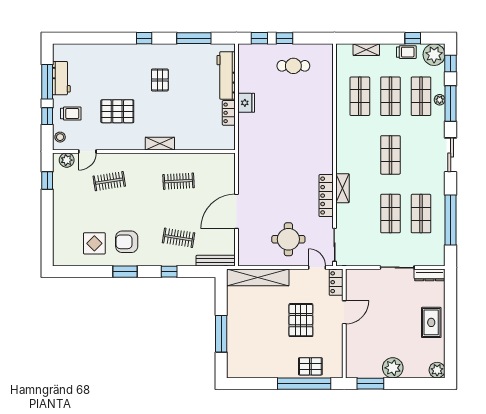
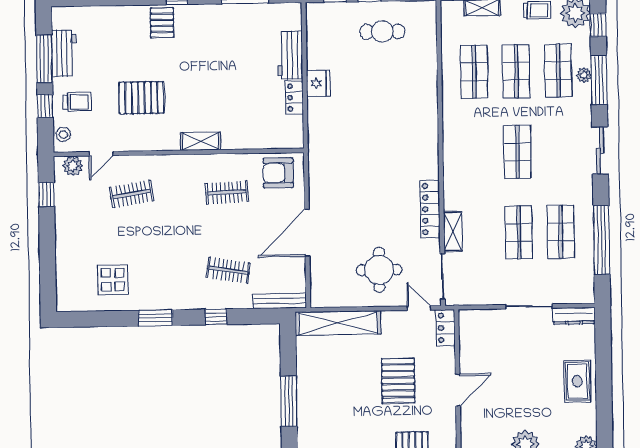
workbench: (226, 75) -> (290, 55), width x0.73
pallet: (160, 80) -> (162, 23), moved
shelving: (342, 188) -> (453, 232), moved
armchair: (127, 242) -> (278, 173), moved
door: (344, 312) -> (458, 390), moved

